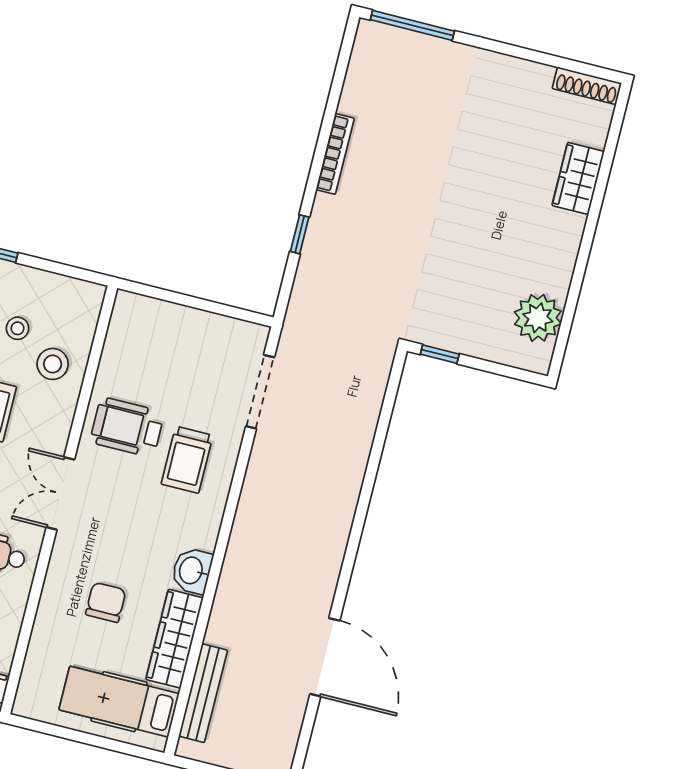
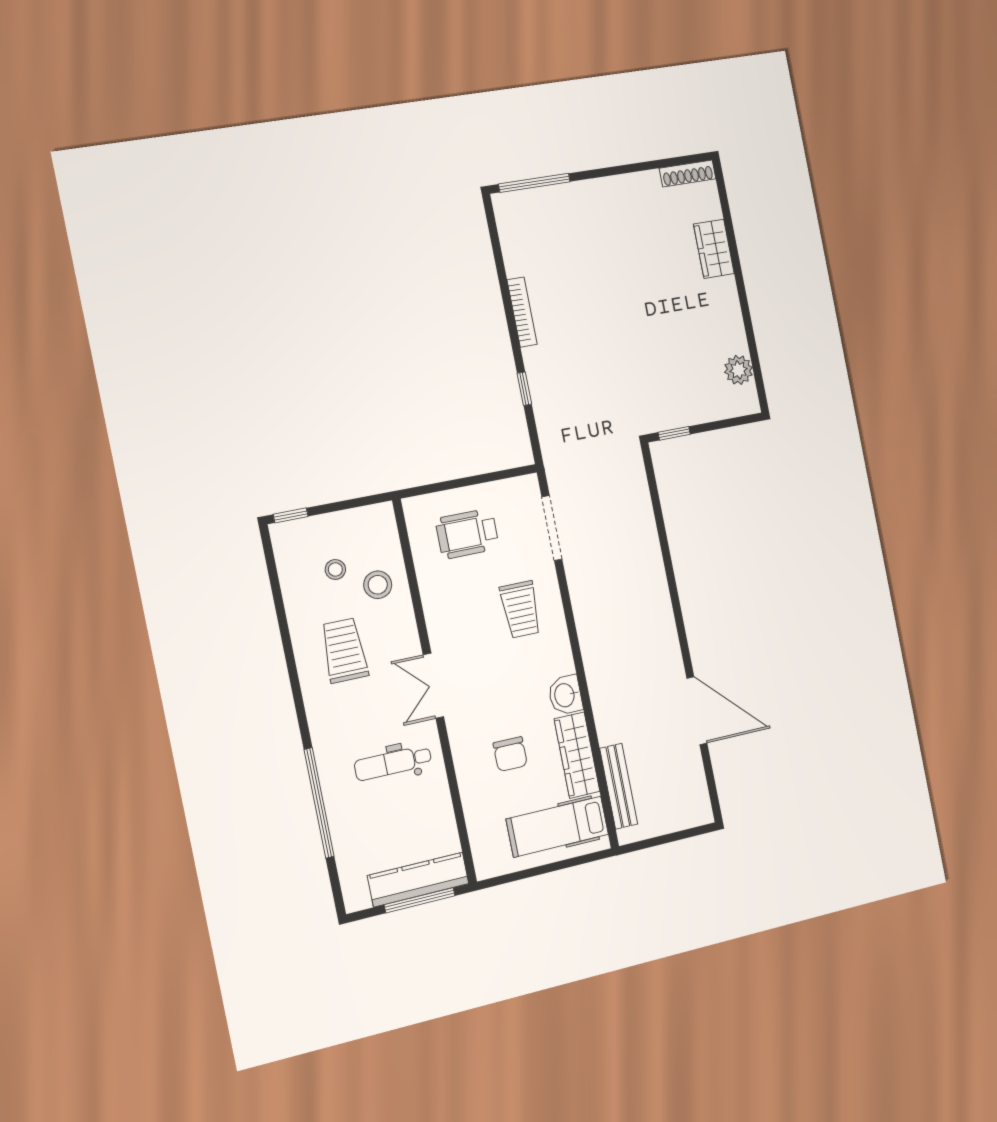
plant: (538, 318) -> (738, 370), width x0.73, depth x0.73
wheelchair: (127, 427) -> (467, 534), moved
chair: (106, 602) -> (510, 754), turned 180

